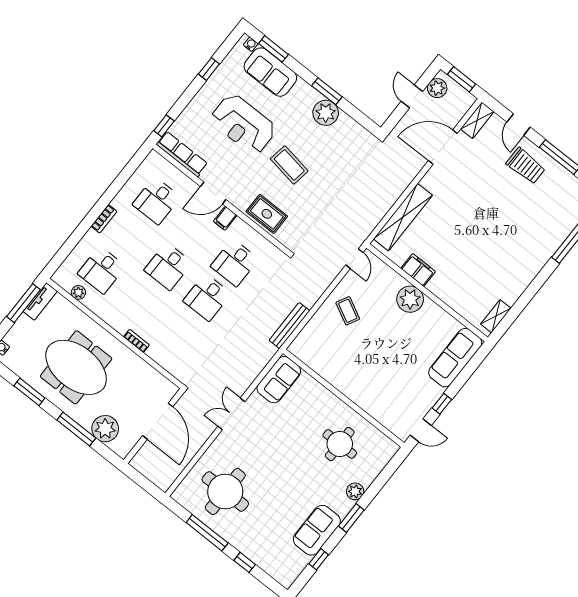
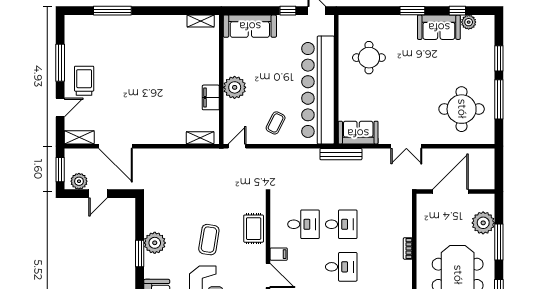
shelving: (403, 217) -> (200, 138), width x0.45, depth x0.75
bench: (289, 326) -> (341, 154), moved
bar counter: (347, 374) -> (318, 90), added
plant: (355, 491) -> (469, 22), moved
window: (245, 562) -> (499, 58), width x1.50

